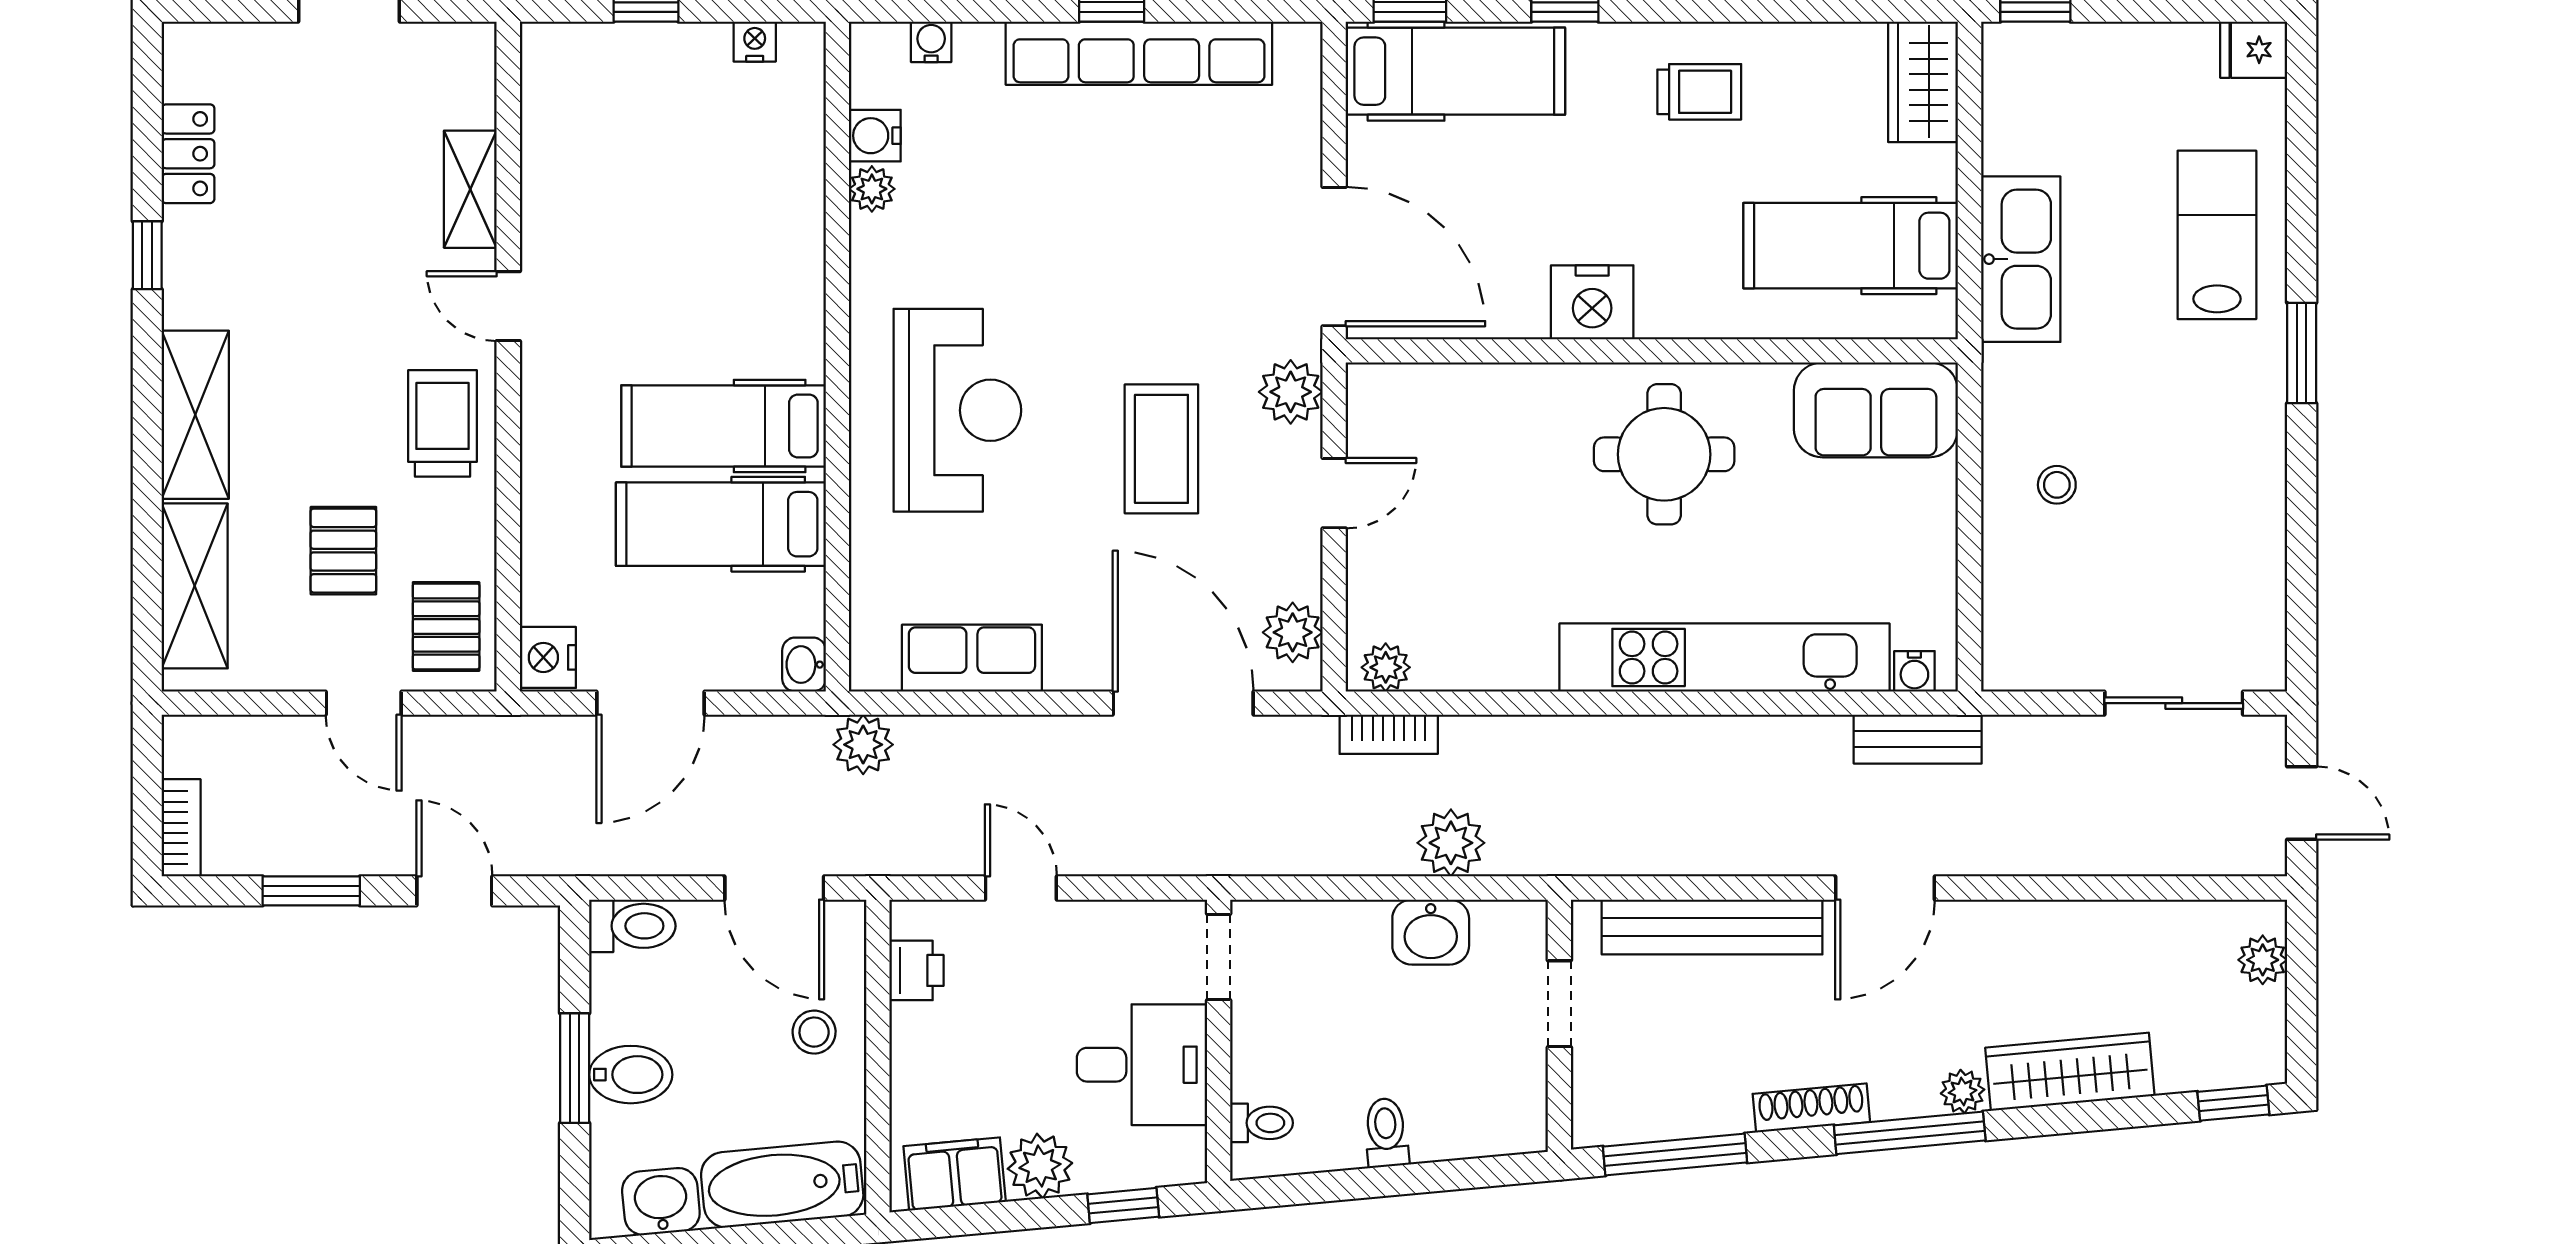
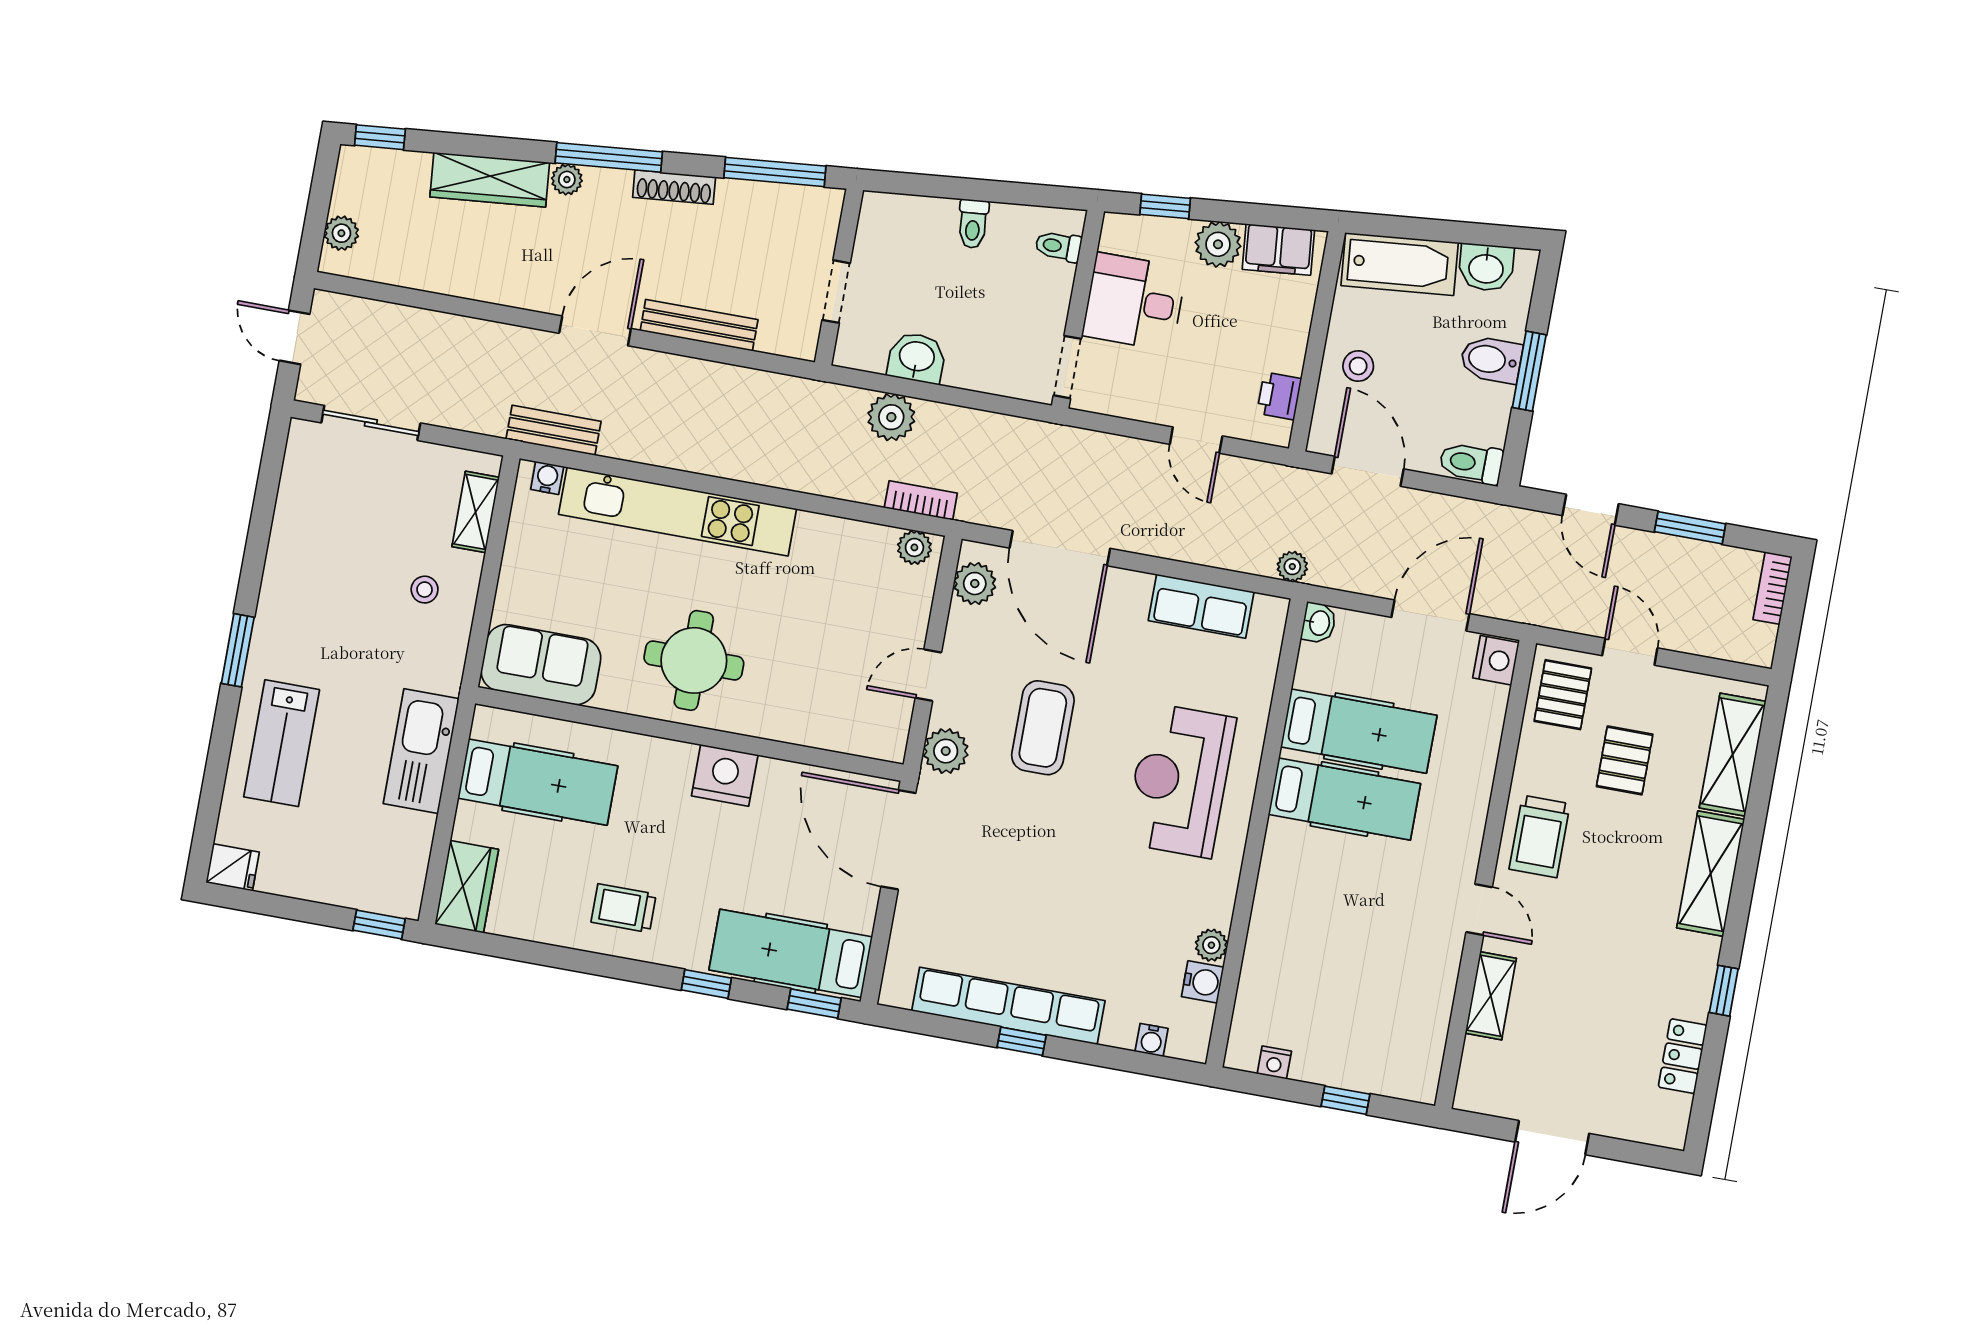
shelving: (2005, 606) -> (476, 512), added
plant: (863, 745) -> (1292, 567), width x0.73, depth x0.73
bench: (1712, 927) -> (699, 325), width x0.73, depth x0.82

